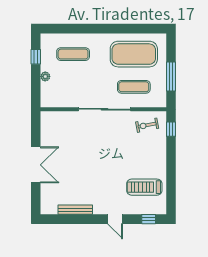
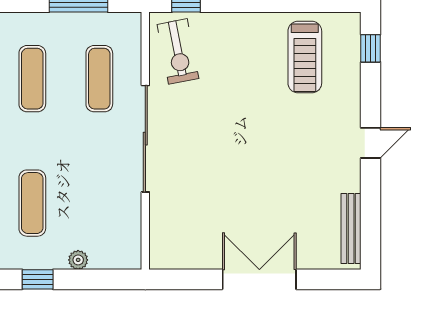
exercise mat: (134, 54) -> (32, 79), width x0.50, depth x0.69
exercise bike: (147, 125) -> (178, 51), width x1.38, depth x1.39
bench: (75, 210) -> (351, 229), moved
door: (115, 219) -> (371, 143), moved

